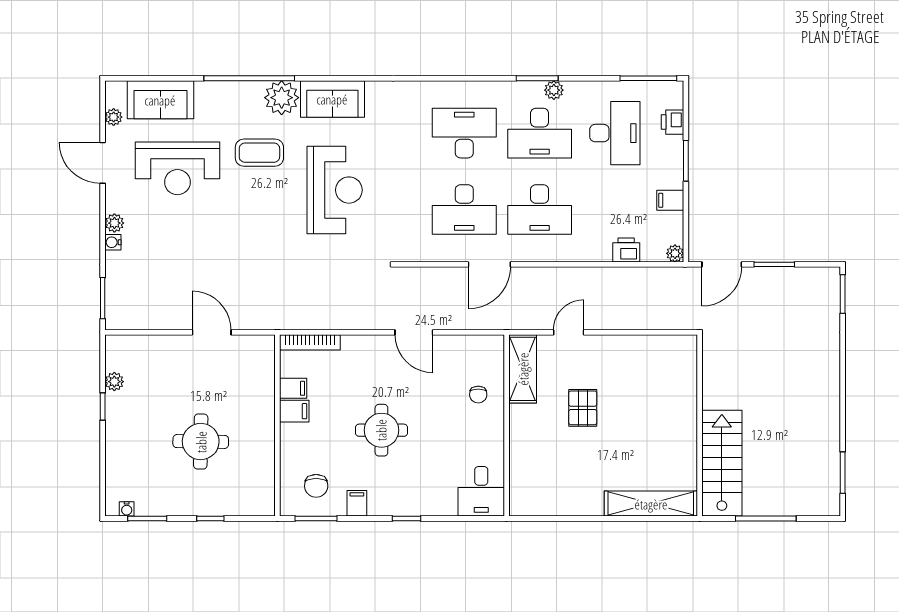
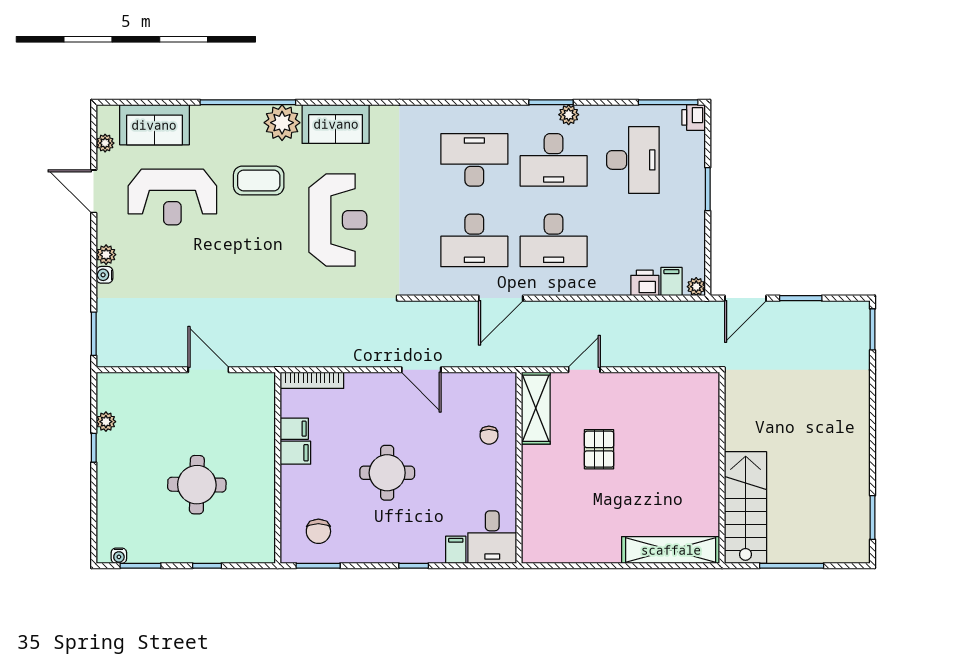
printer: (673, 122) -> (694, 117), moved
filing cabinet: (670, 200) -> (671, 282), moved, turned 90
filing cabinet: (357, 503) -> (456, 550), moved

